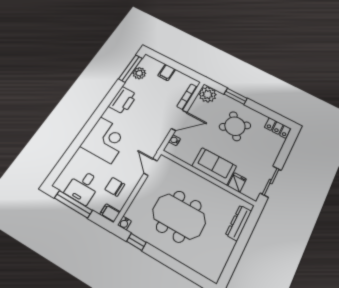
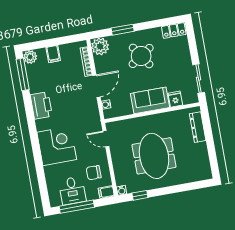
plant: (139, 73) -> (30, 57), moved
meeting table: (179, 216) -> (154, 156), turned 90

